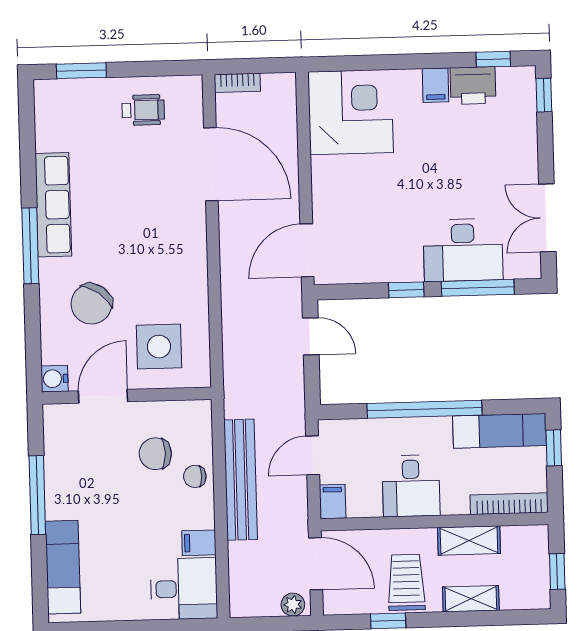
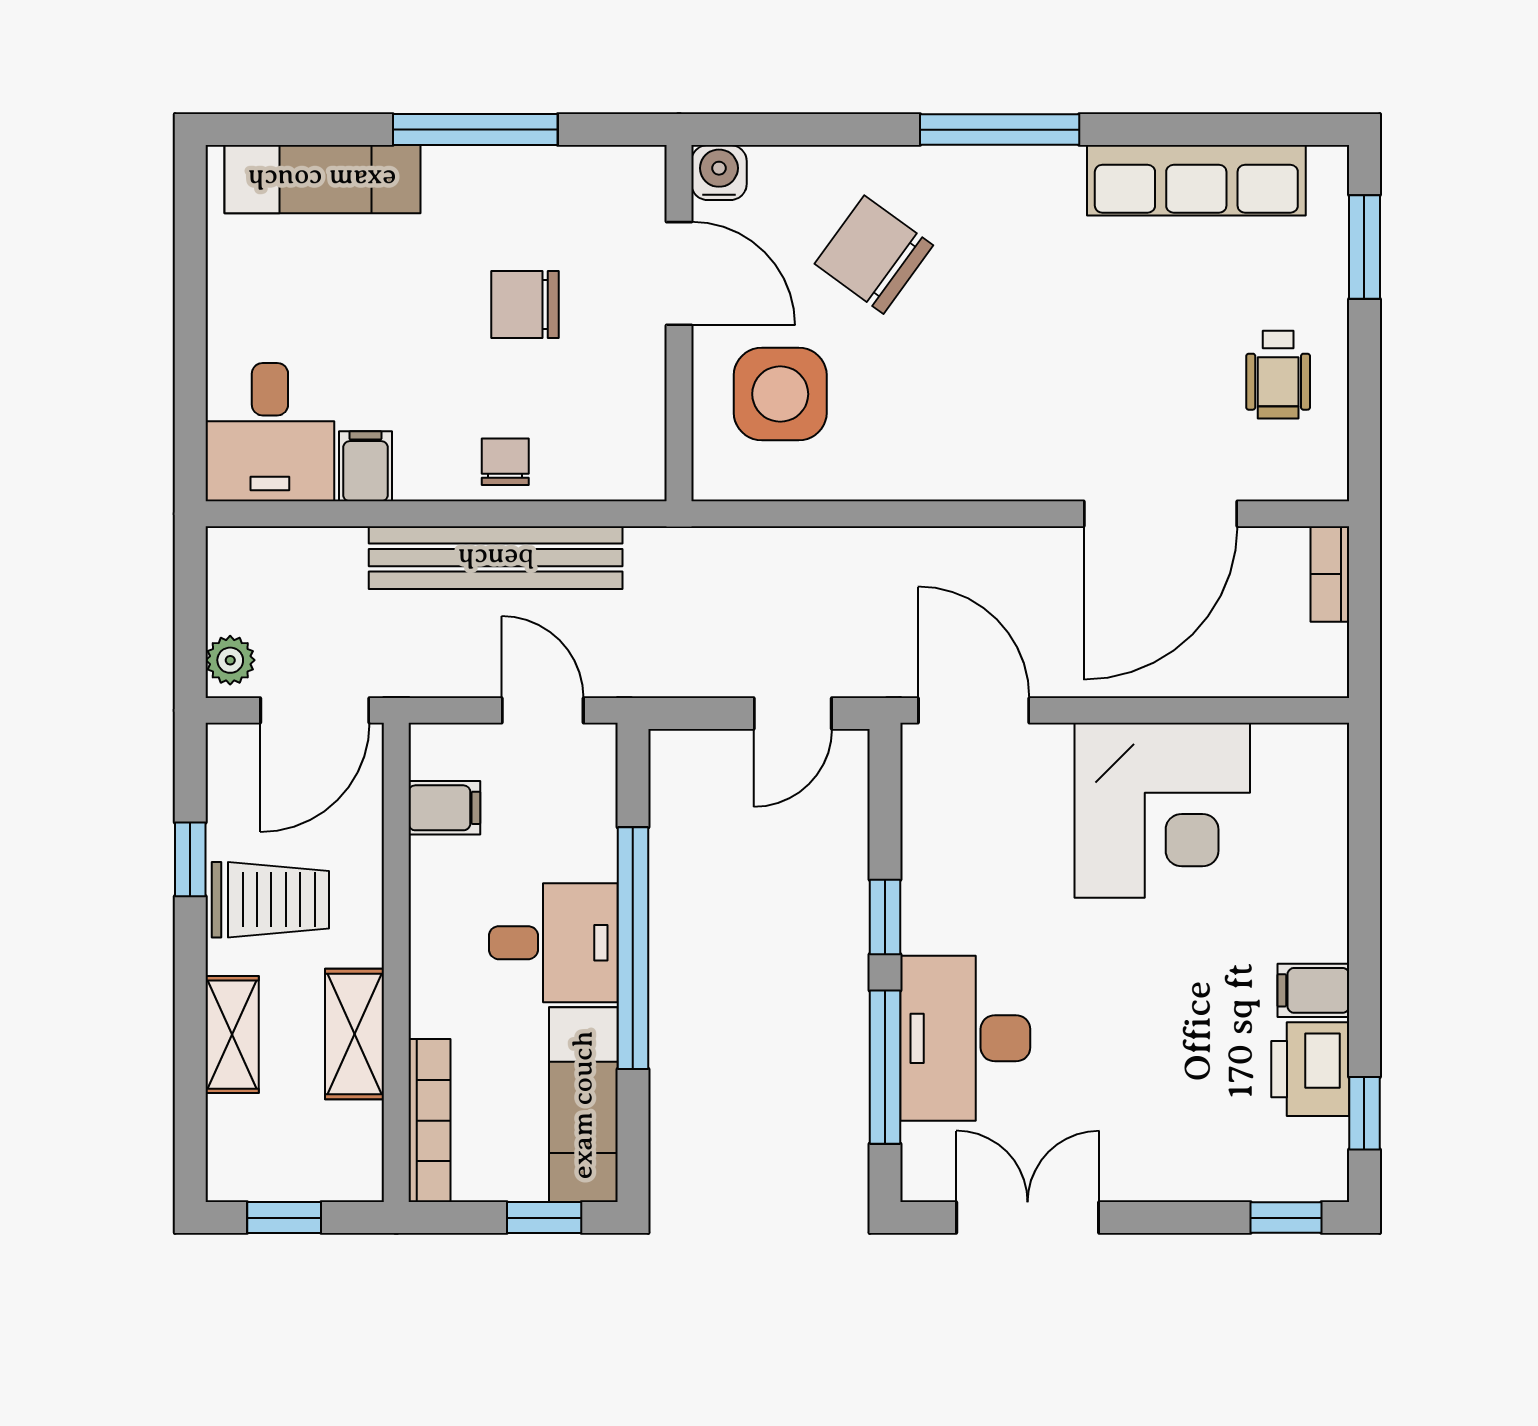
corner desk: (351, 112) -> (1162, 810), moved
row of seats: (53, 205) -> (1196, 180), moved
chair: (155, 454) -> (525, 305), moved, turned -90
desk: (411, 486) -> (553, 943), moved, turned 180
filing cabinet: (333, 502) -> (444, 808), moved

